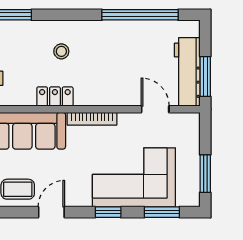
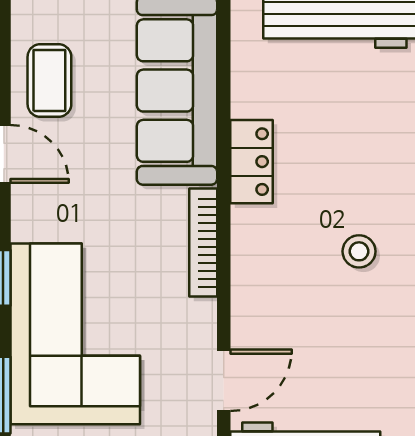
stool: (61, 51) -> (359, 251), moved

